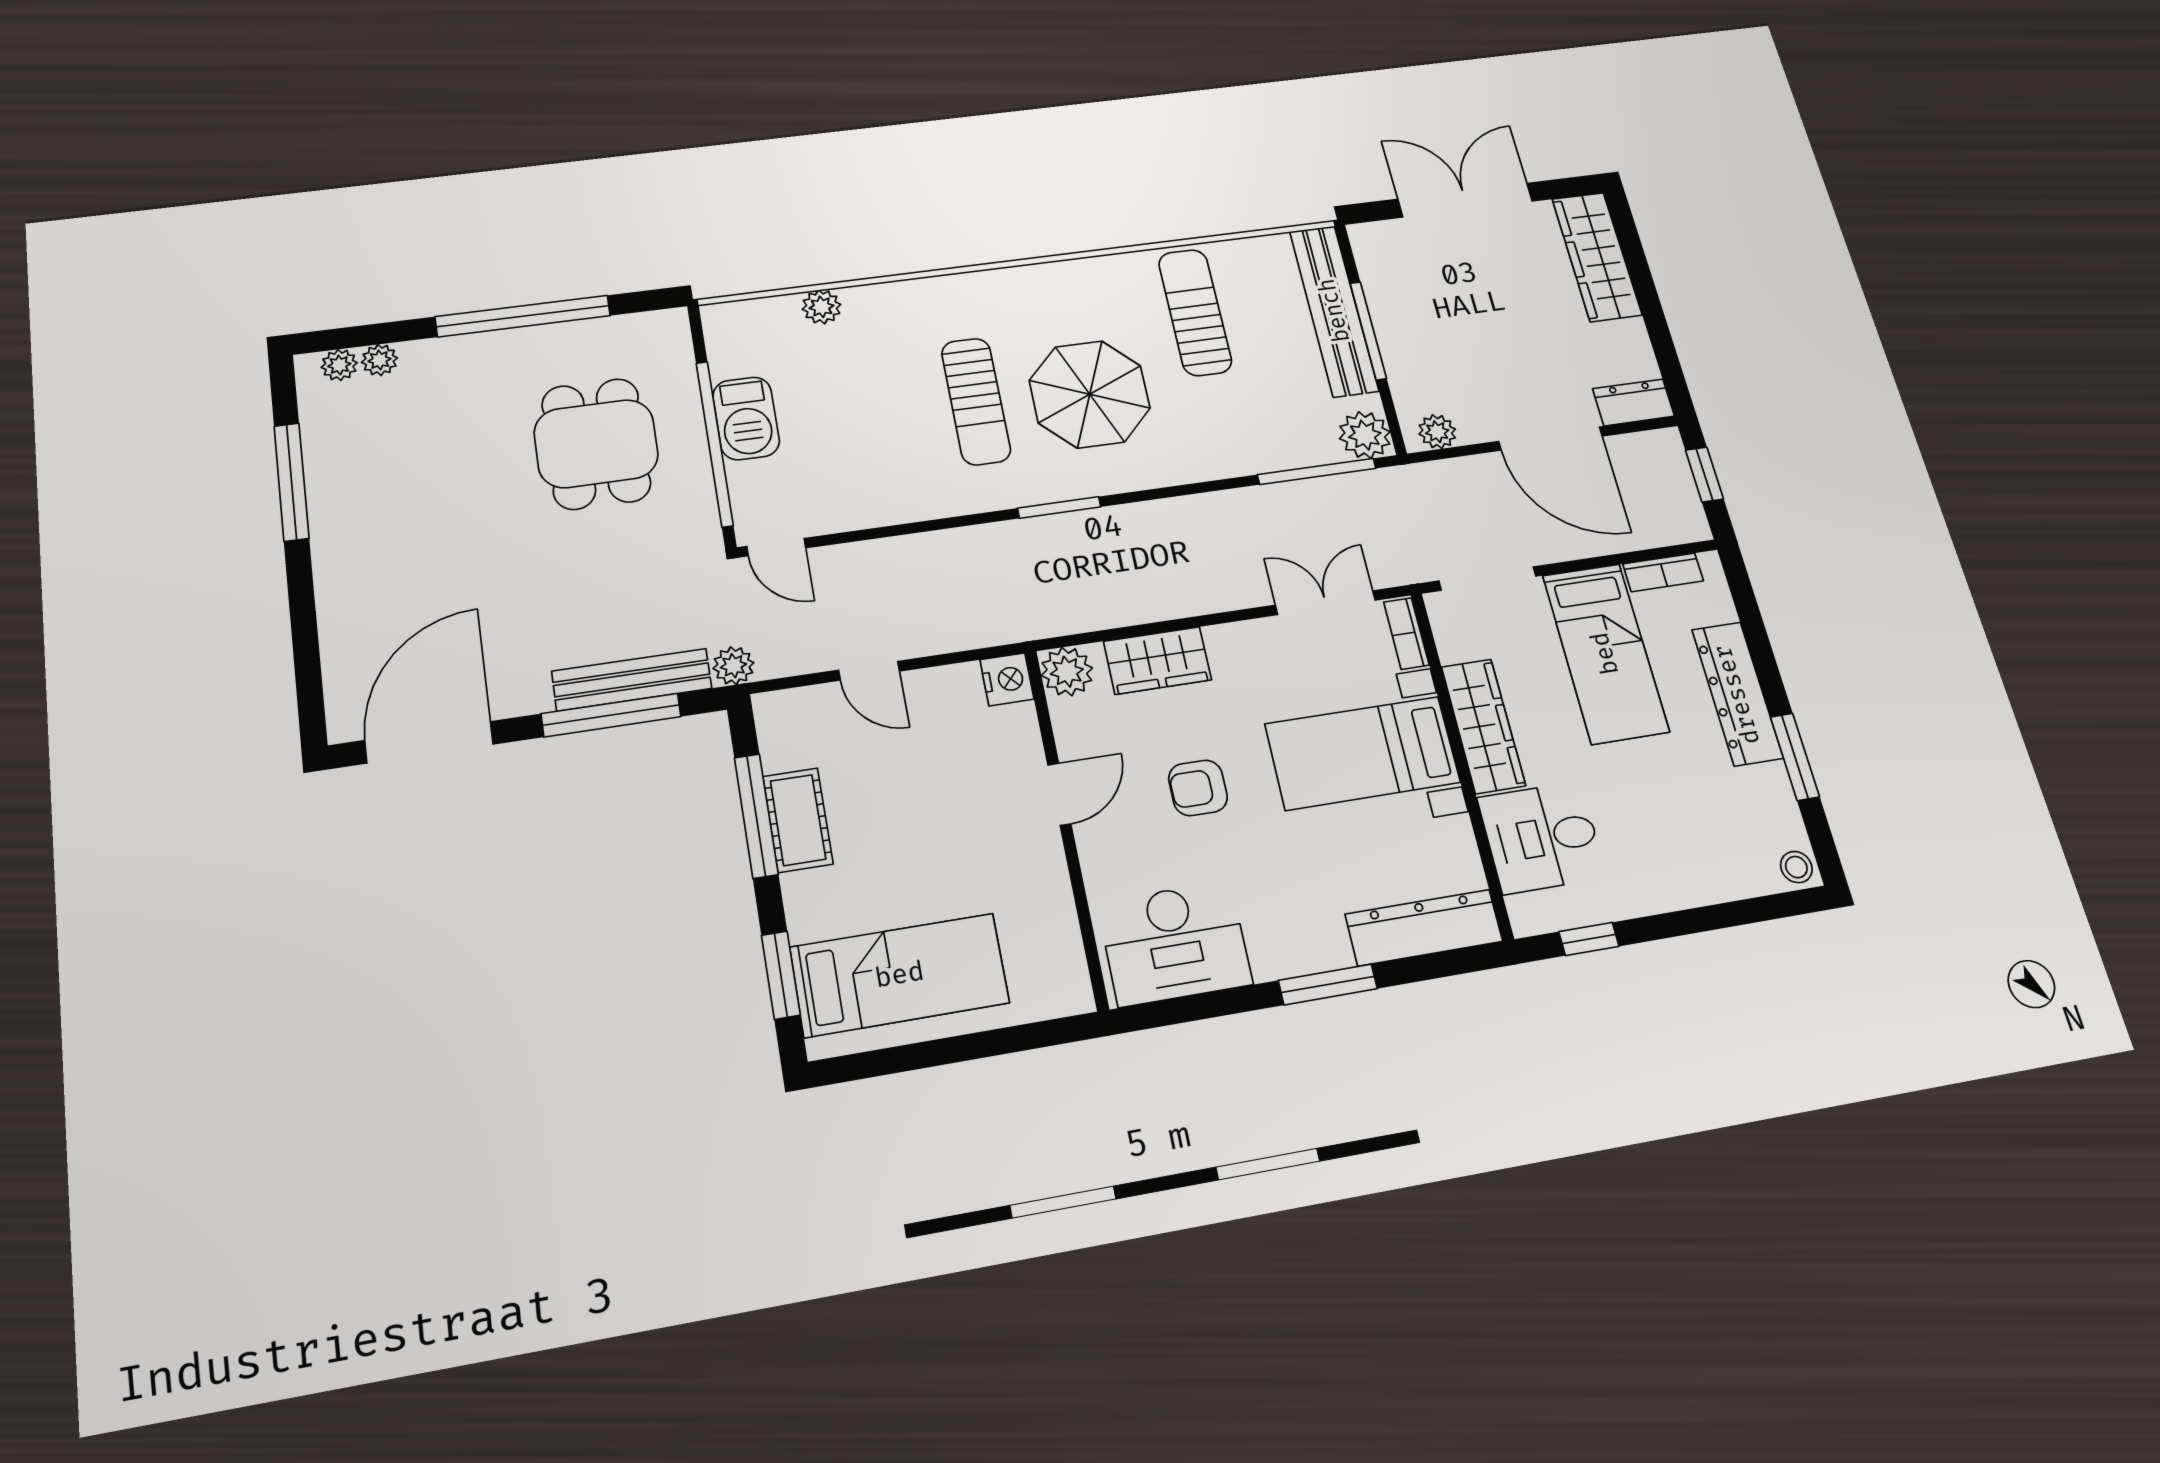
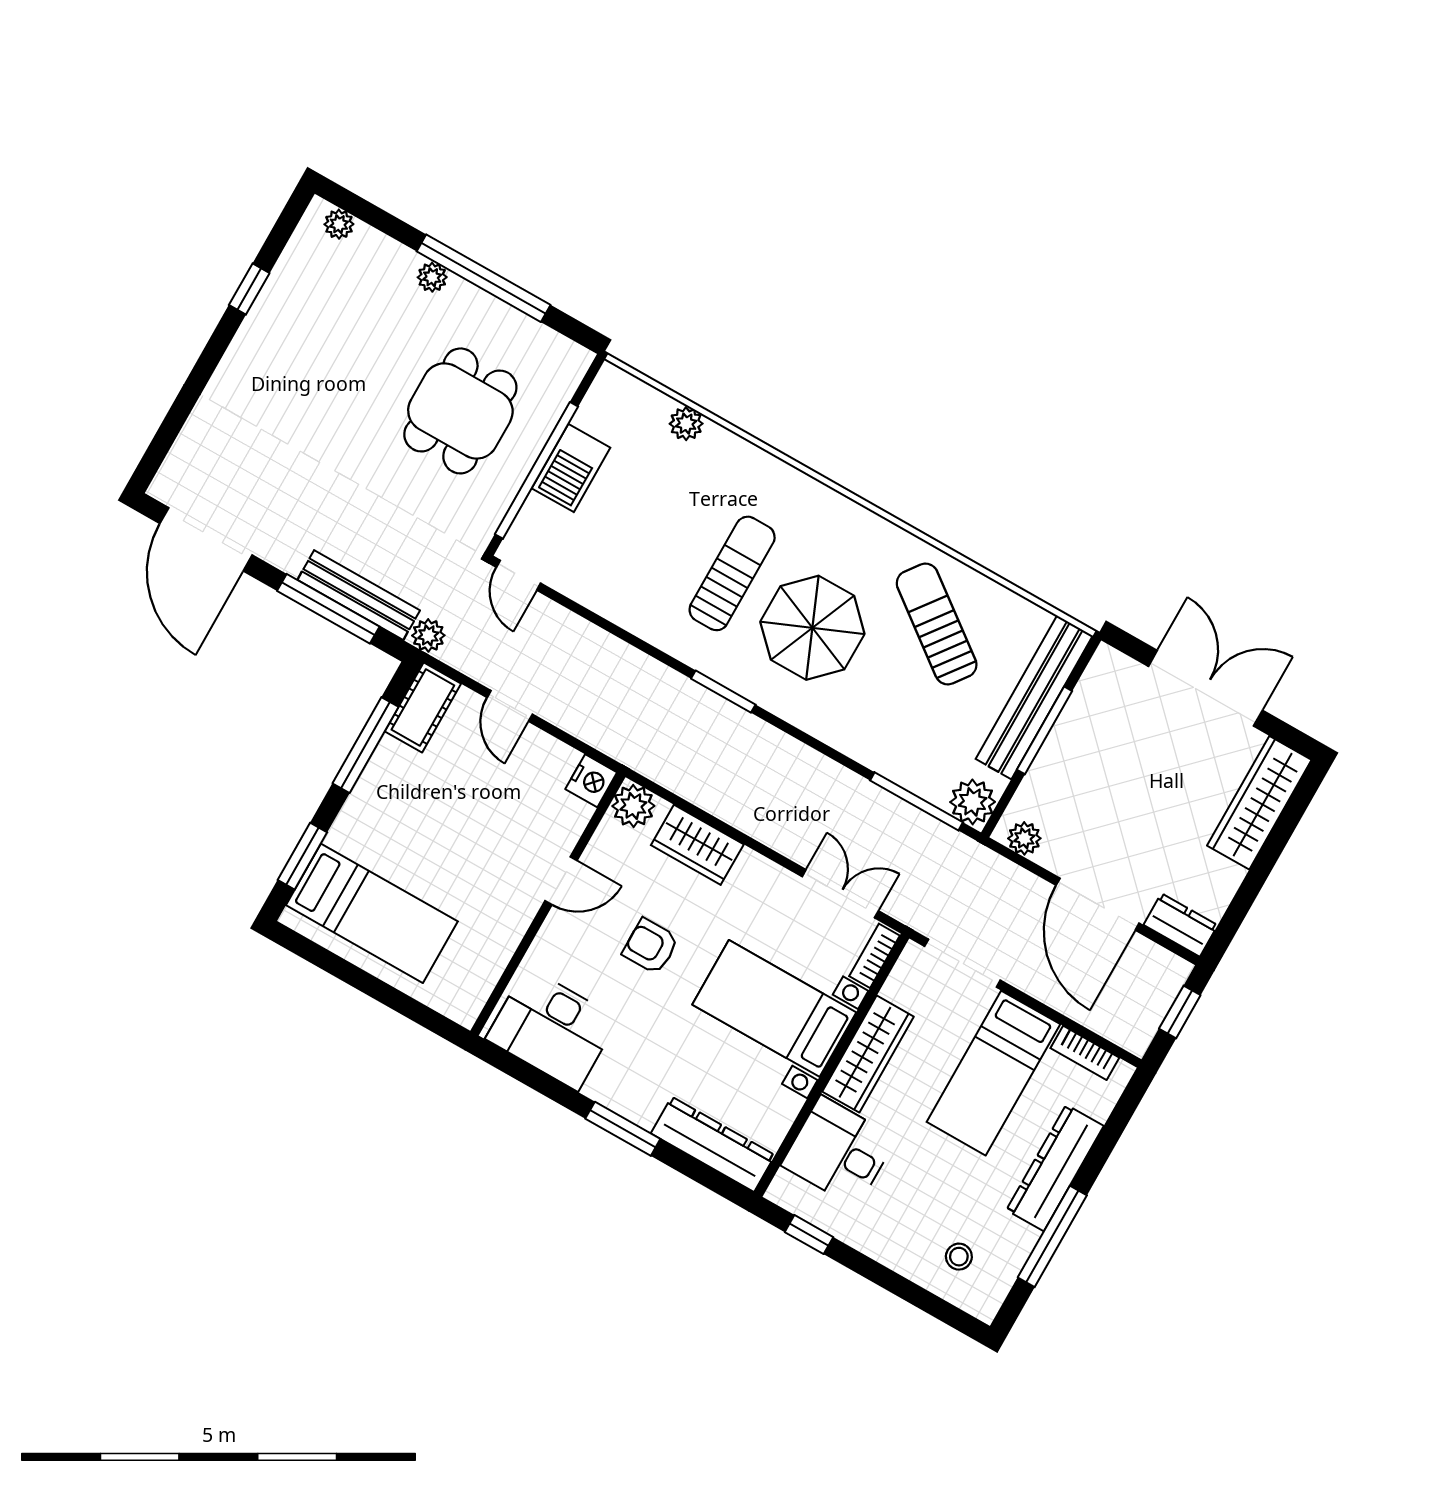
sun lounger: (1195, 312) -> (937, 624), turned -53
plant: (380, 360) -> (432, 277), moved
sun lounger: (976, 401) -> (732, 573), turned 180
window: (292, 482) -> (249, 289), width x0.46
door: (429, 742) -> (206, 539), swing flipped
window: (1795, 757) -> (1052, 1236), width x1.44
cot: (798, 820) -> (423, 708), moved
stool: (1796, 867) -> (959, 1257), moved

